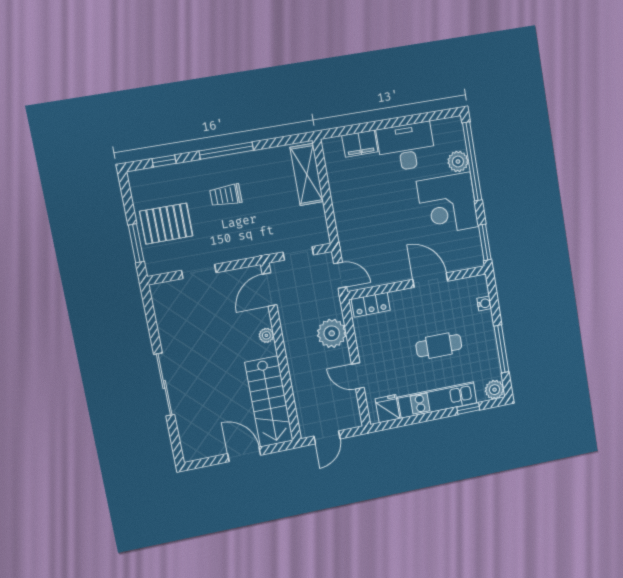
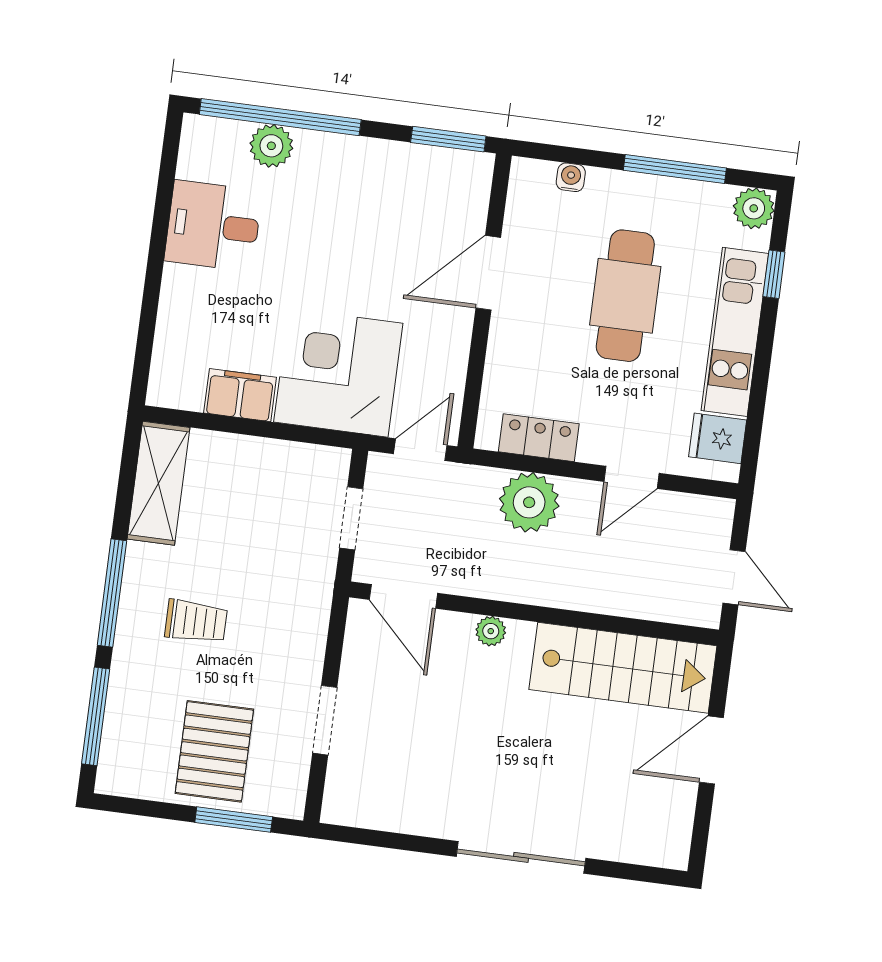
filing cabinet: (360, 144) -> (240, 395), moved, turned -90
desk: (406, 147) -> (213, 226), width x0.73
window: (164, 161) -> (96, 716), width x2.17
shelving: (307, 174) -> (158, 483), moved, turned 90
trolley: (226, 195) -> (196, 621), turned -90
corner desk: (448, 204) -> (338, 373), moved, turned 180
locker: (371, 305) -> (539, 438), moved, turned -90
cafe table: (439, 346) -> (625, 296), width x1.37, depth x1.35

